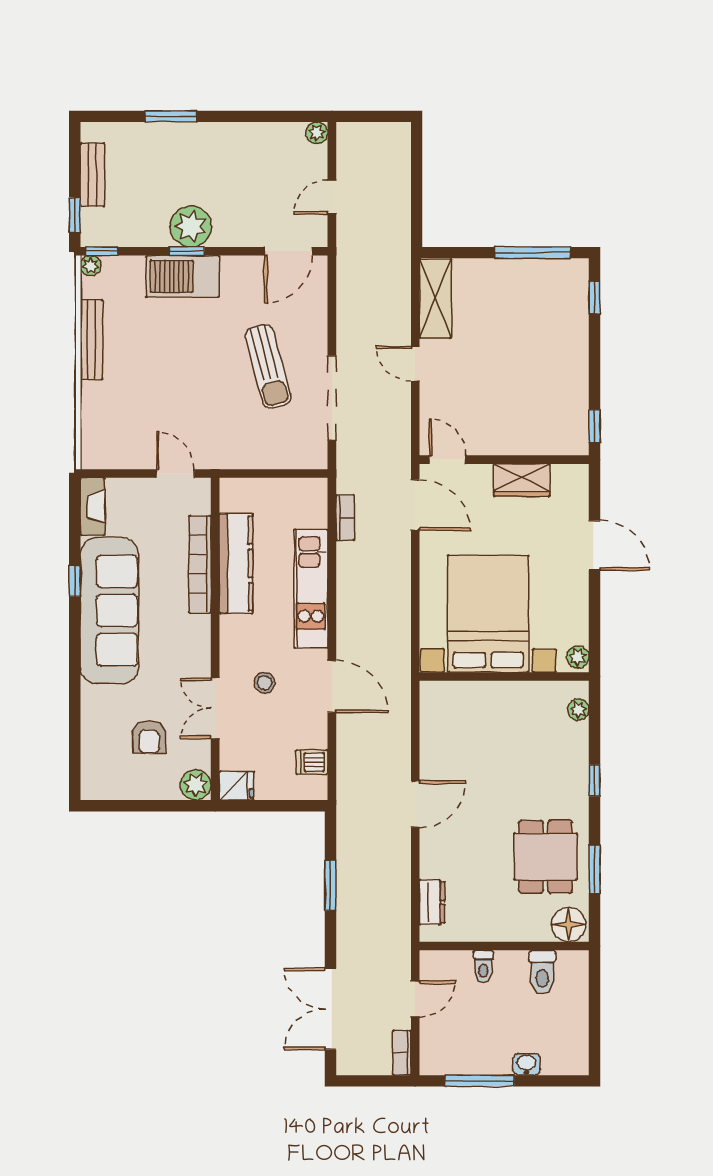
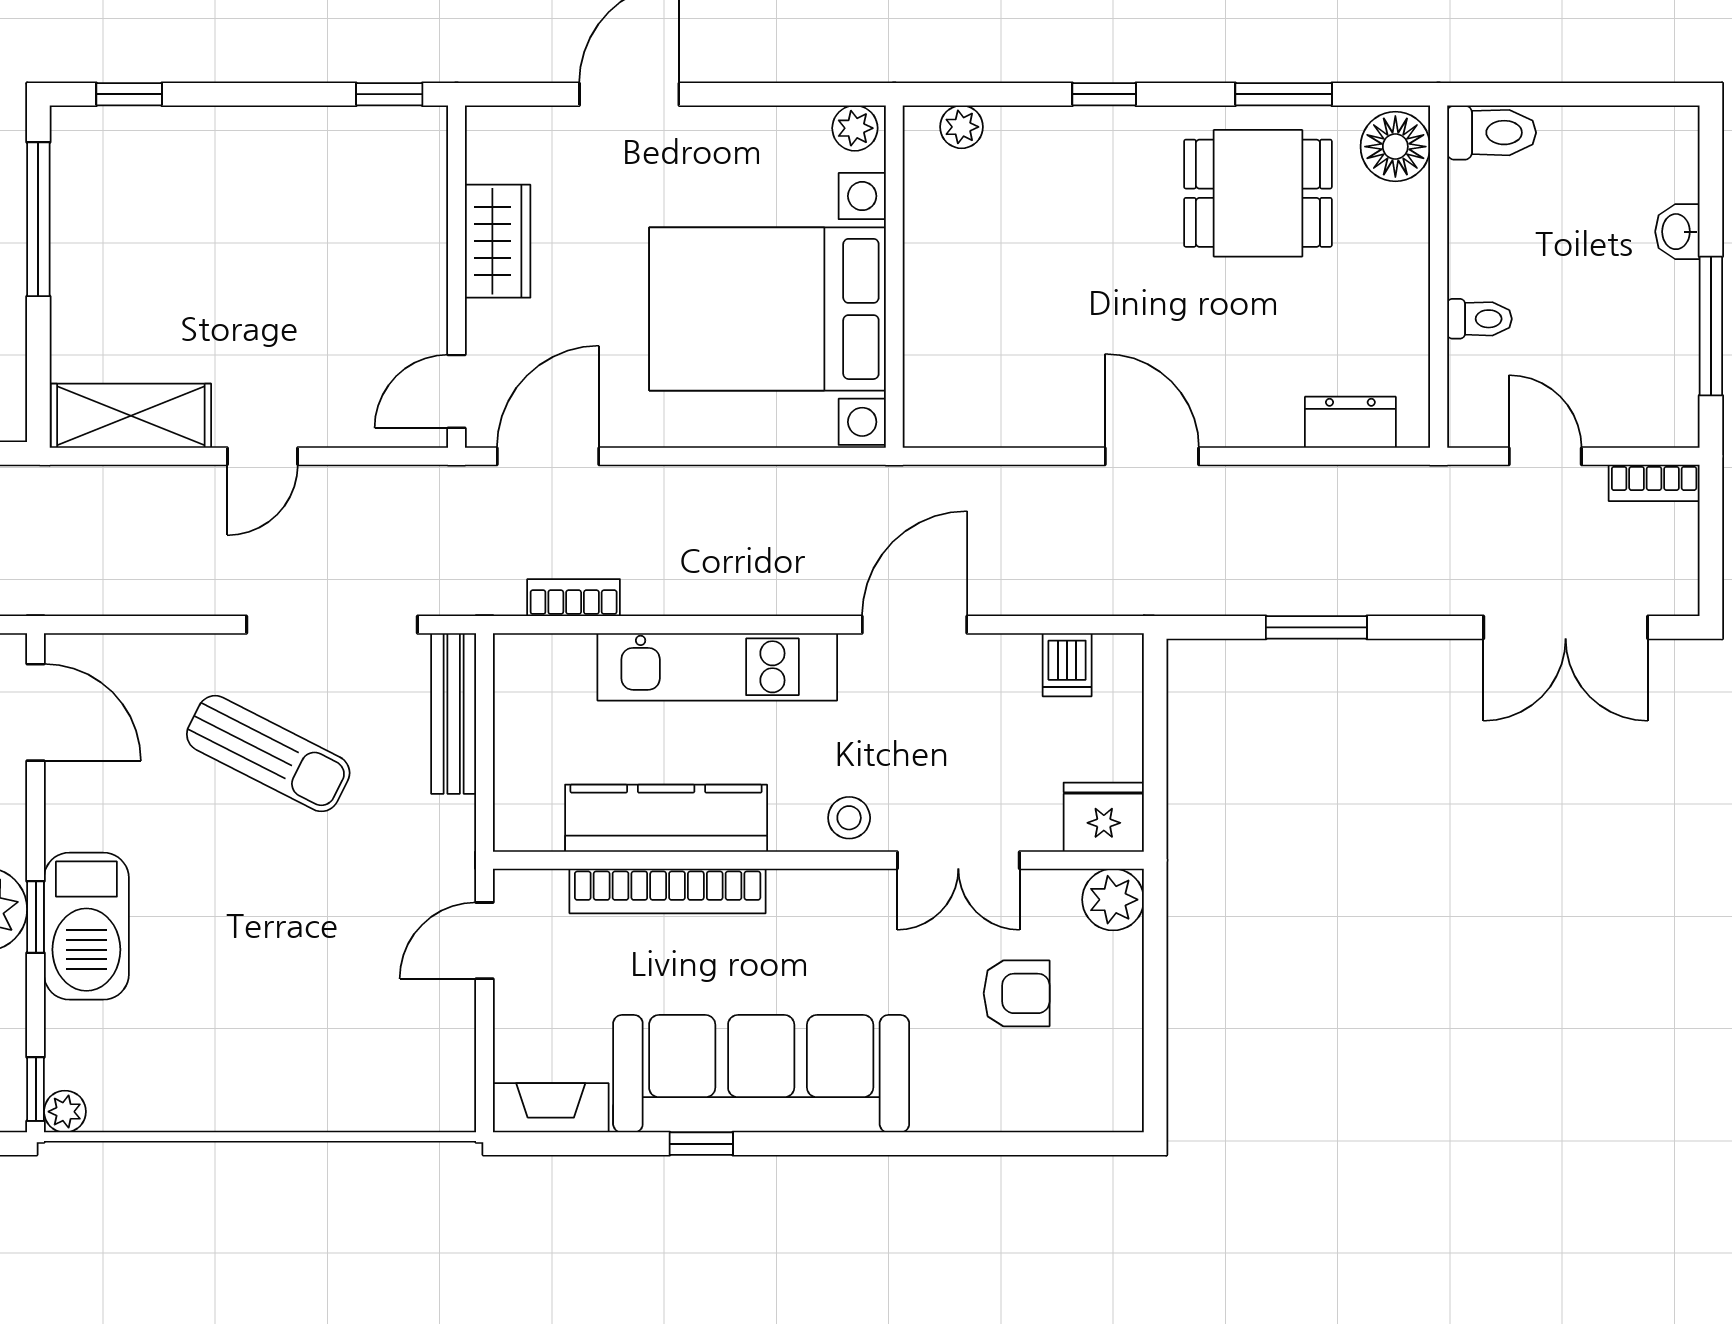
bench: (91, 340) -> (454, 713), moved, turned 90
sun lounger: (268, 366) -> (268, 754), turned 42
stool: (265, 683) -> (849, 818), moved
fridge: (236, 786) -> (1104, 817), width x1.38
toilet: (542, 972) -> (1492, 133), moved

